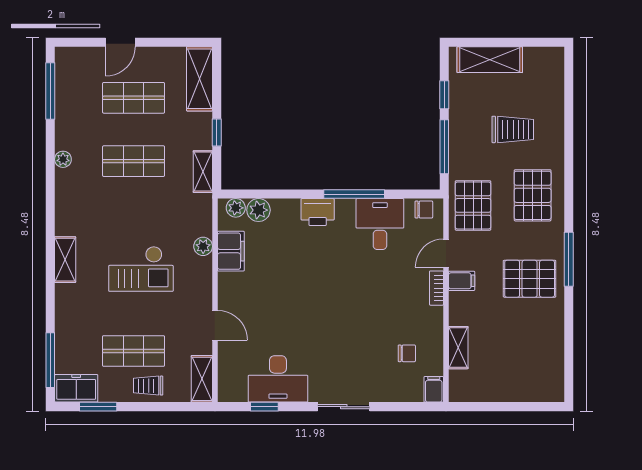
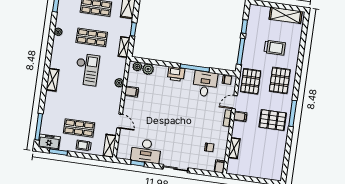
shelving: (490, 60) -> (286, 15), moved
filing cabinet: (231, 251) -> (131, 92), width x0.50
checkout: (141, 269) -> (87, 70), moved, turned -90

